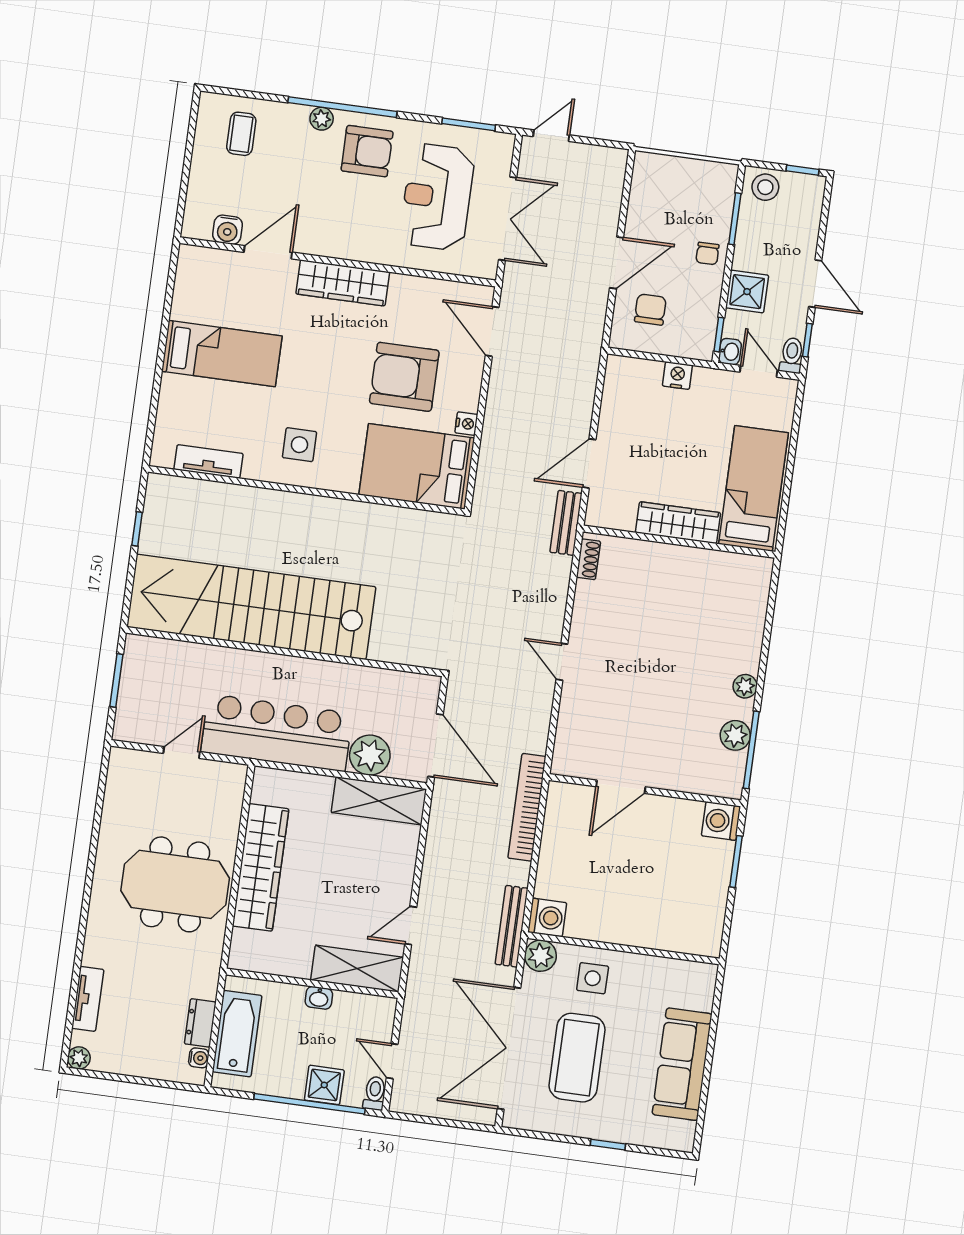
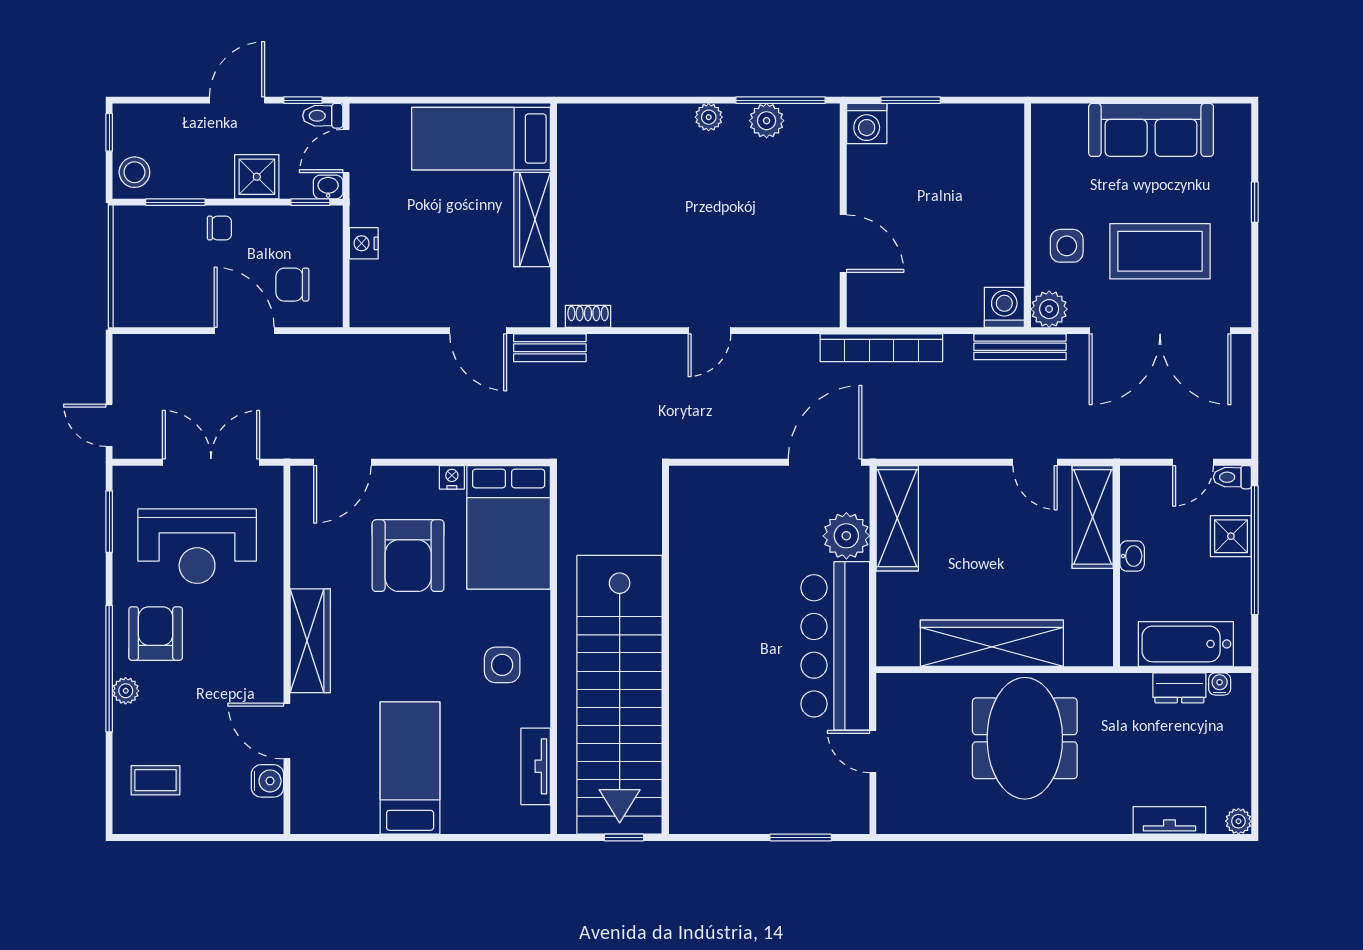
stairs: (251, 607) -> (620, 695), moved
wall: (284, 652) -> (665, 650), moved

